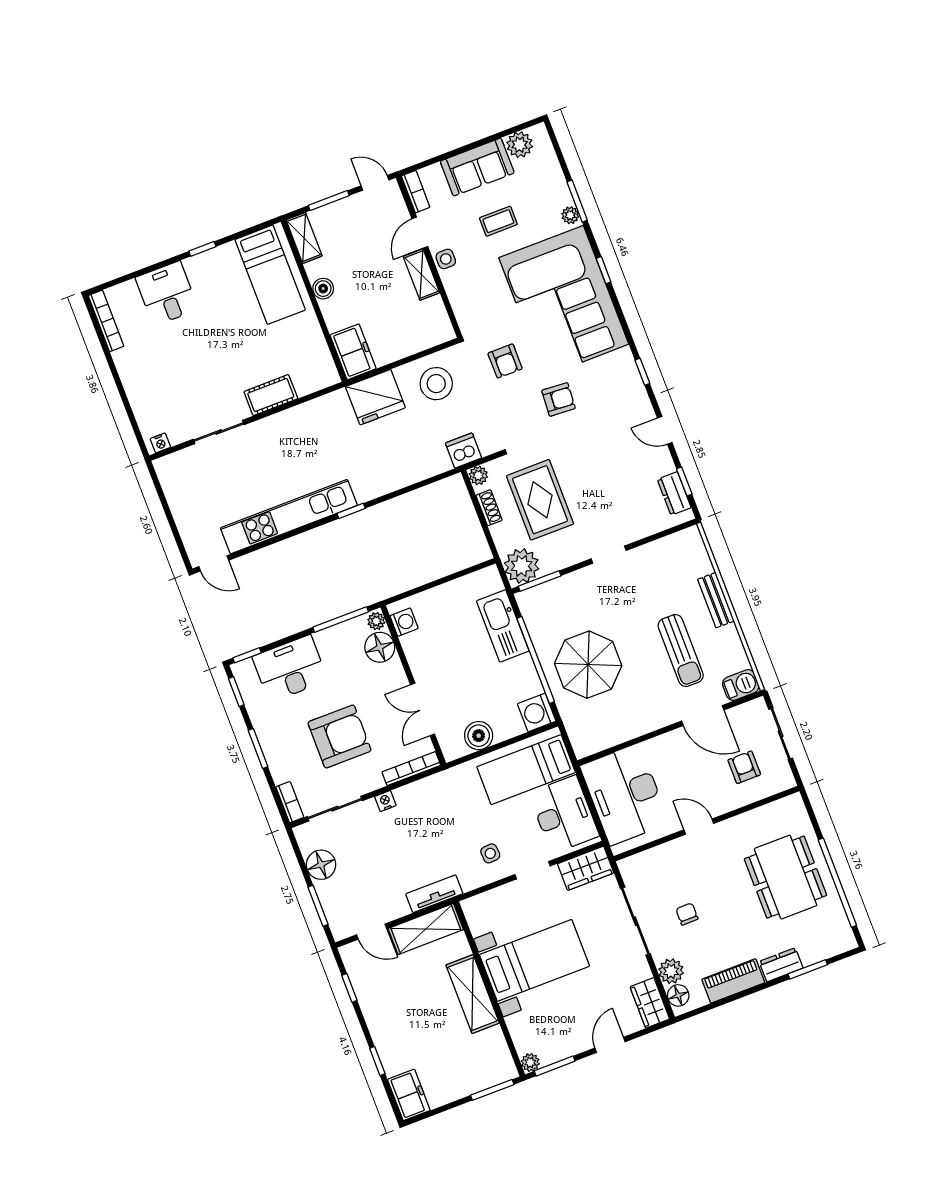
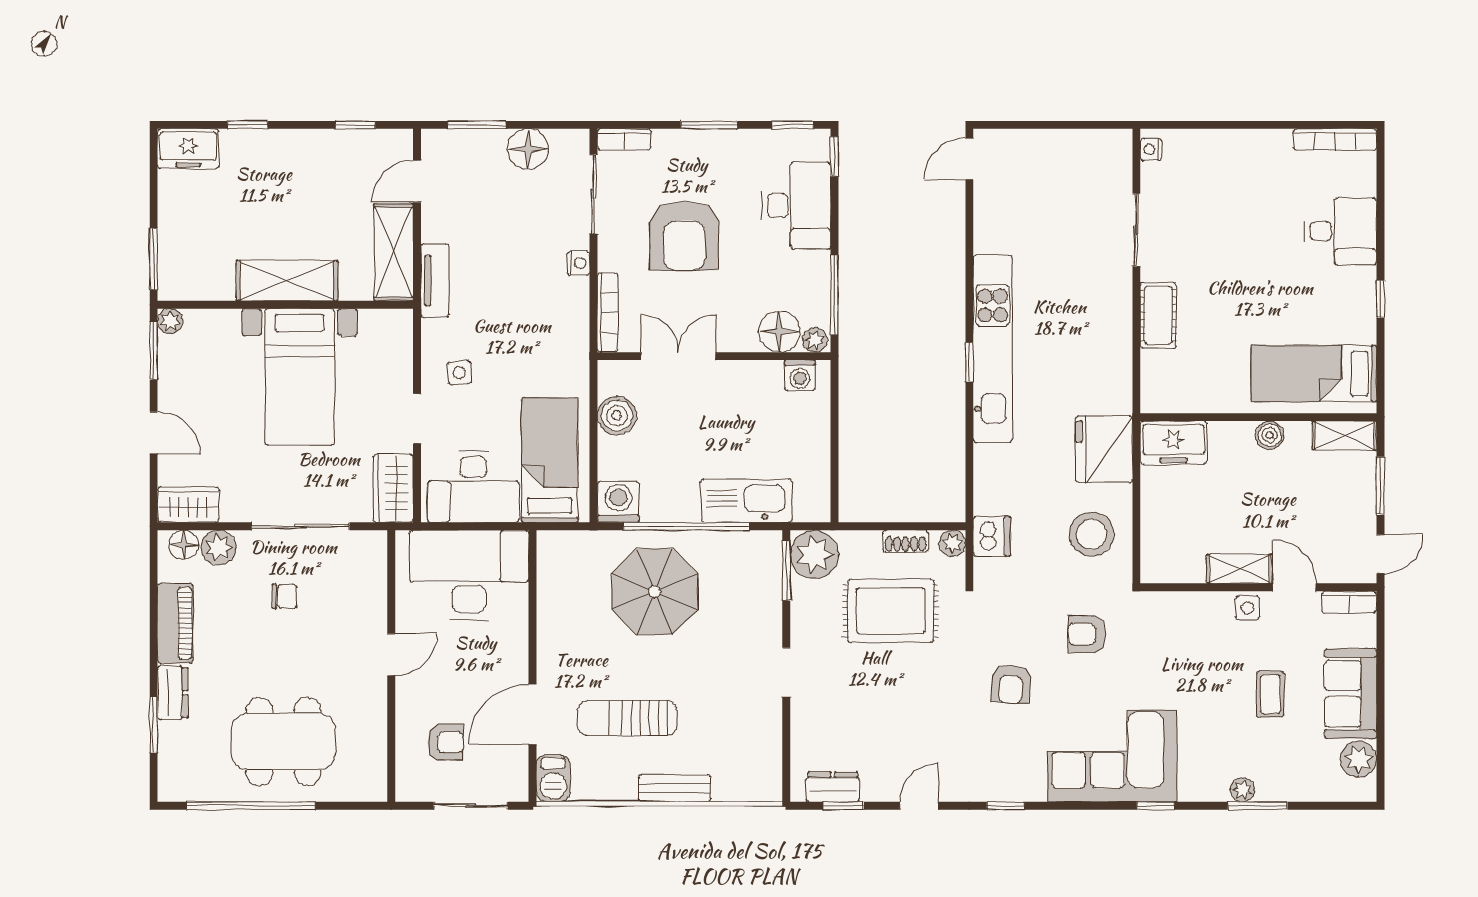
corner sofa: (564, 301) -> (1112, 756), width x0.73, depth x0.74
kitchen unit: (289, 517) -> (993, 349), moved

